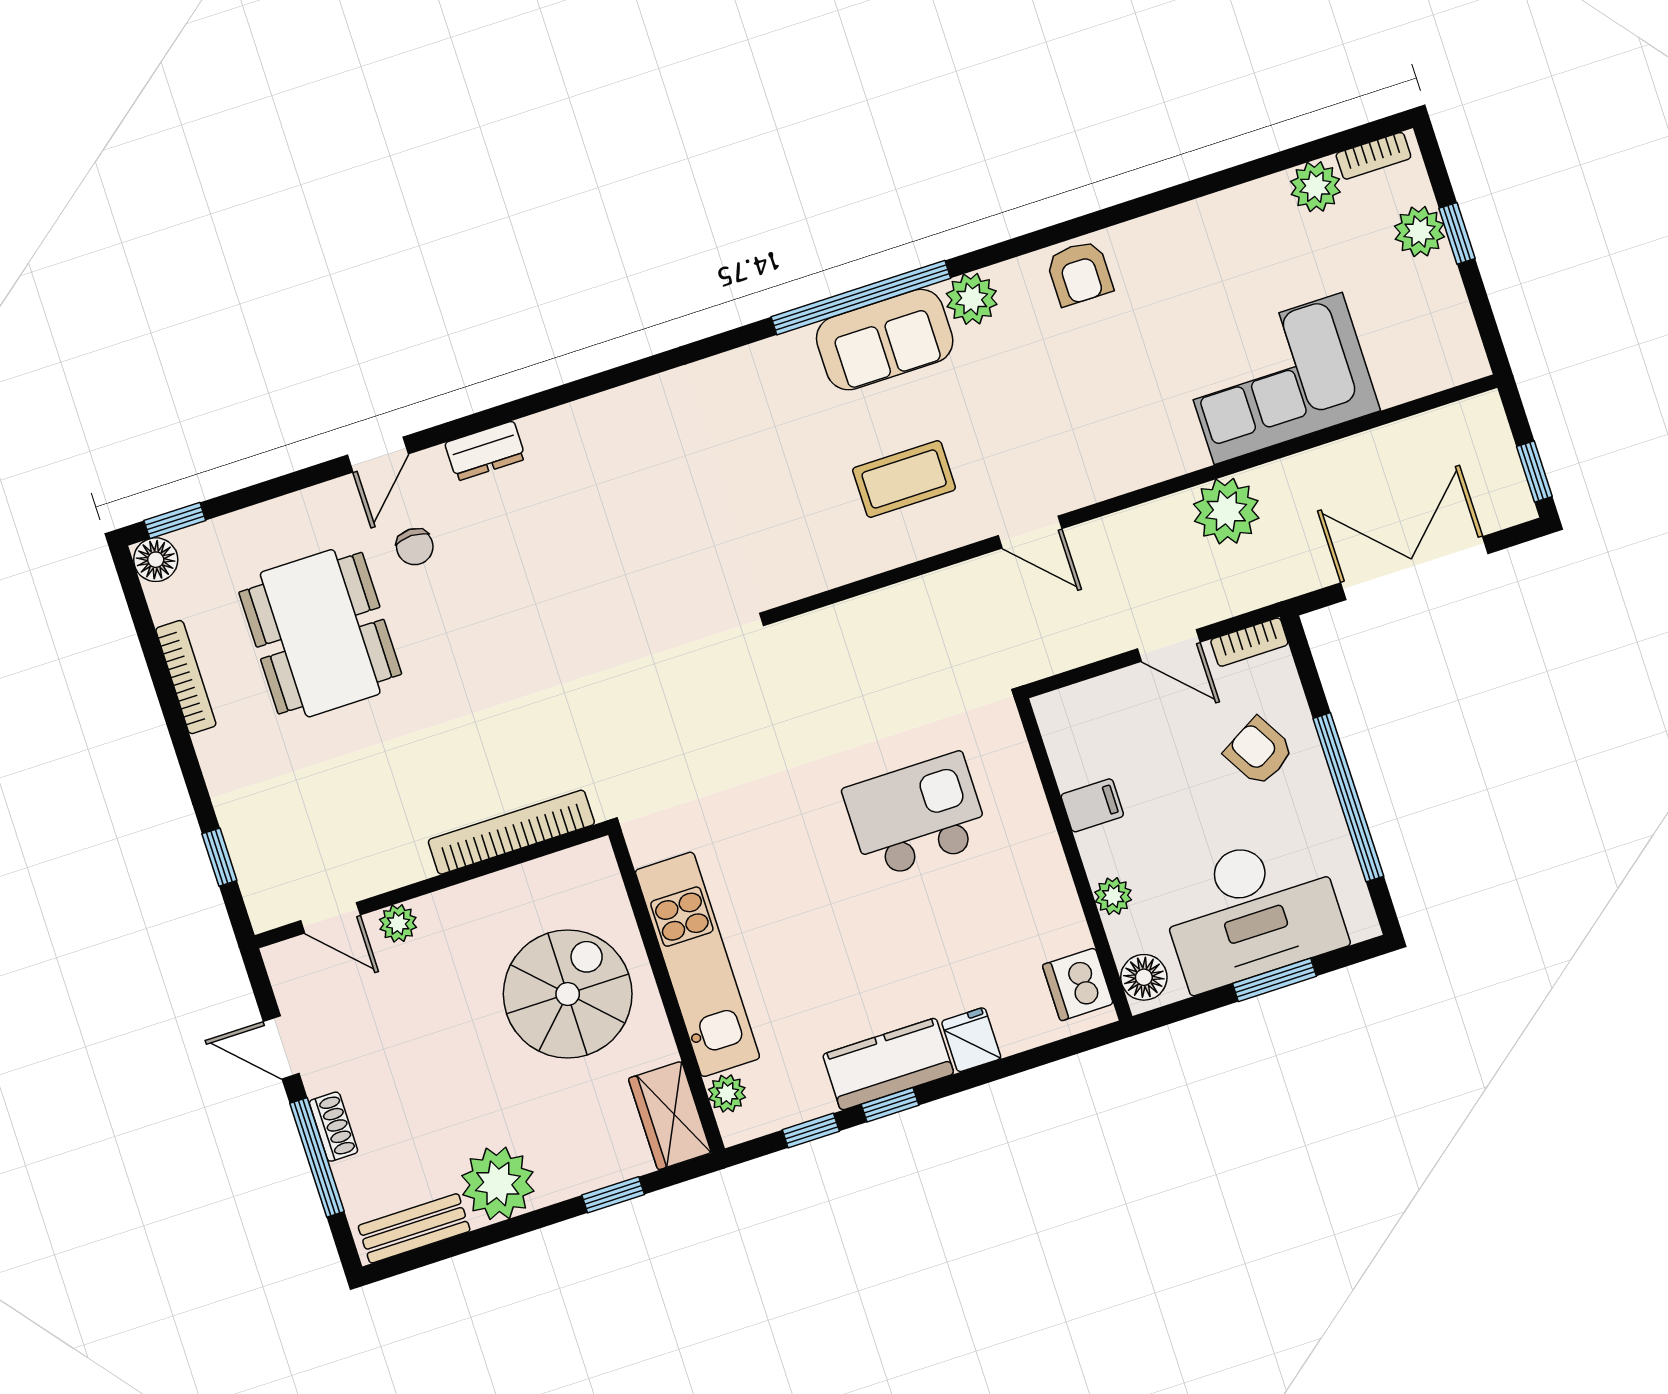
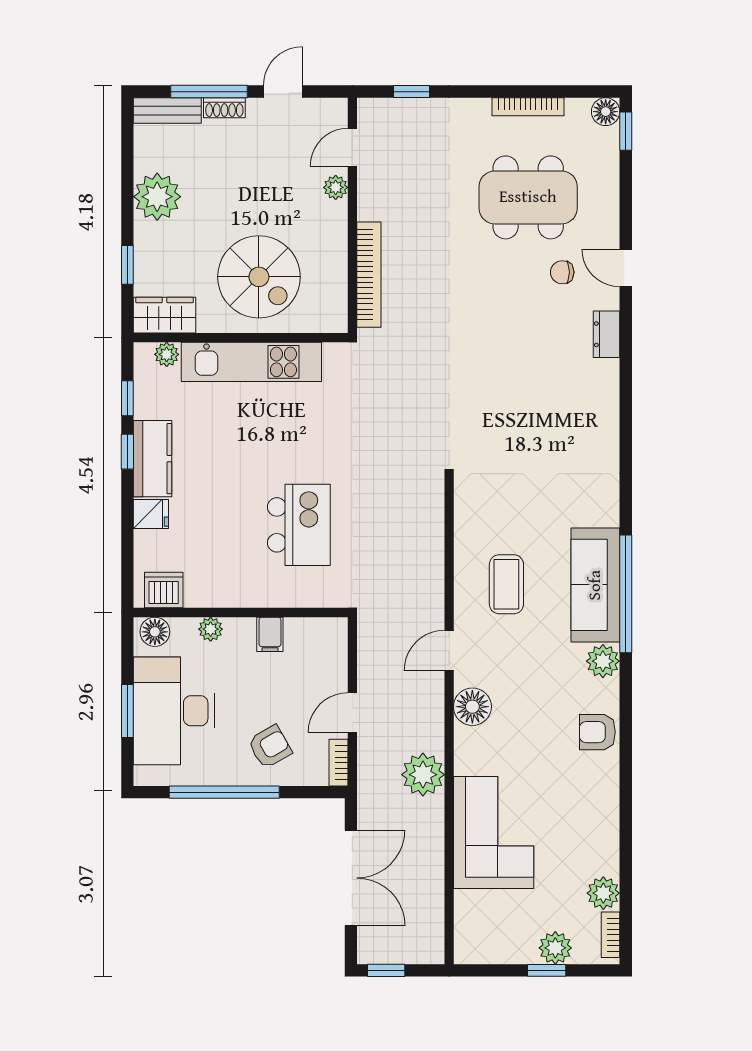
sofa: (885, 340) -> (595, 585), width x1.36
floor lamp: (1102, 470) -> (472, 707), added
bench: (414, 1228) -> (167, 110), moved, turned 90

